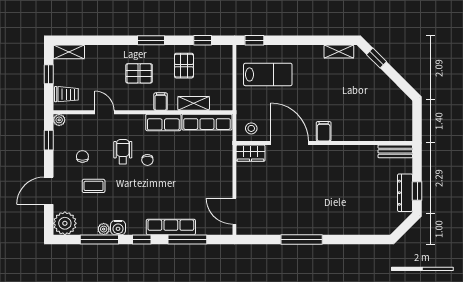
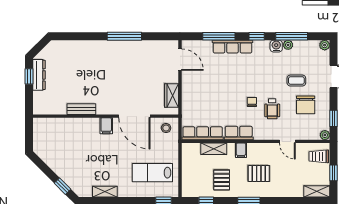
shelving: (339, 52) -> (105, 192), moved
bench: (395, 151) -> (81, 109), moved
wardrobe: (251, 153) -> (172, 95), moved, turned -90
chair: (82, 156) -> (306, 105), width x1.87, depth x1.87
plant: (65, 223) -> (325, 45), width x0.53, depth x0.53

